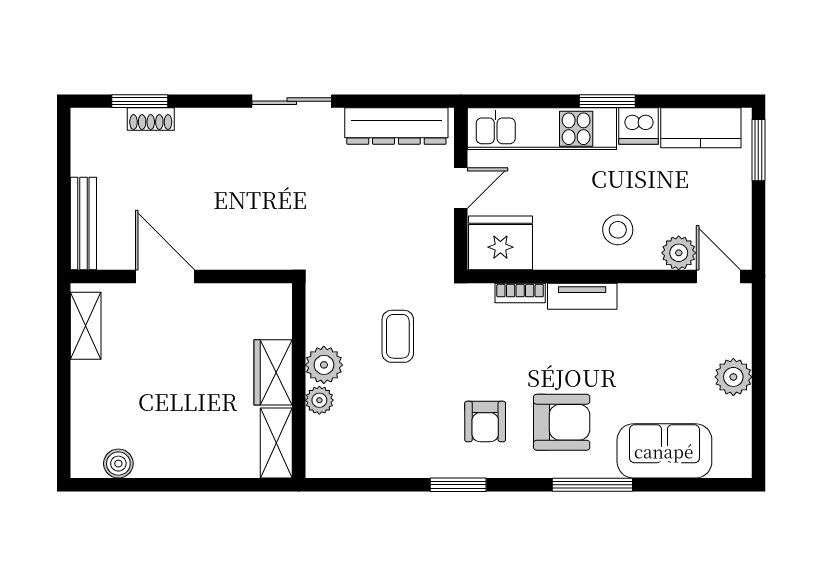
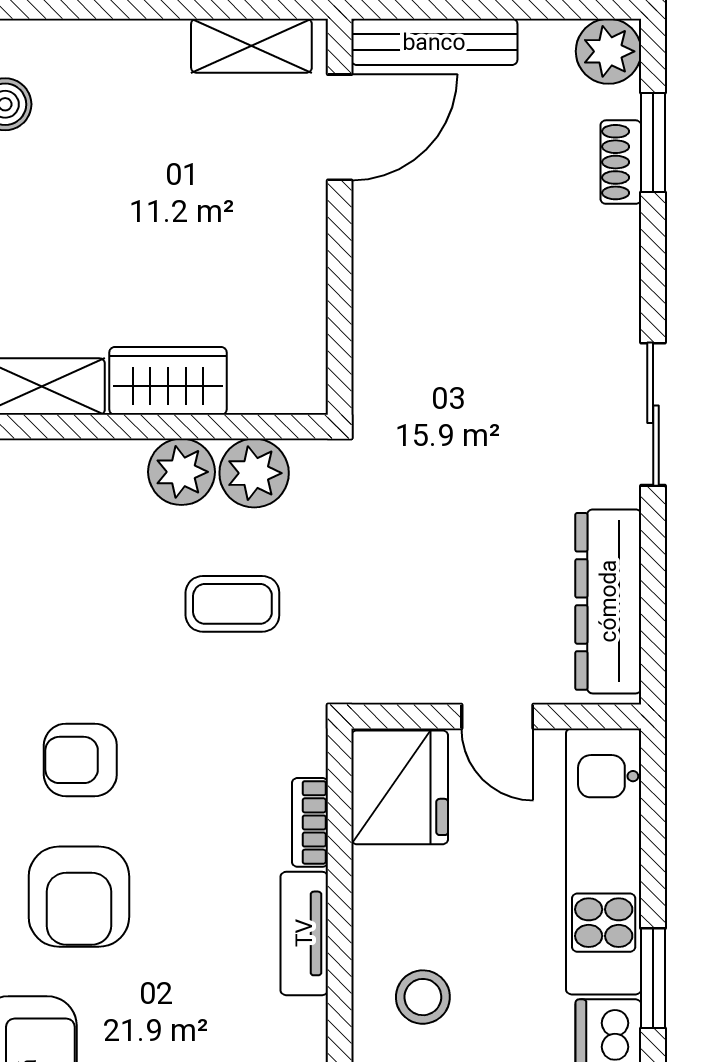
plant: (89, 126) -> (609, 51), added
door: (165, 276) -> (340, 127), moved
plant: (319, 400) -> (254, 473), moved, width x1.38, depth x1.38

